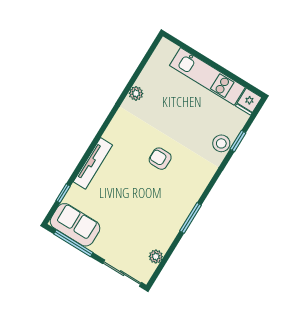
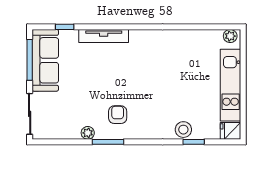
plant: (136, 93) -> (230, 36), moved
armchair: (160, 159) -> (118, 115), moved
sofa: (75, 225) -> (45, 60), width x1.36
plant: (156, 257) -> (88, 133), moved

